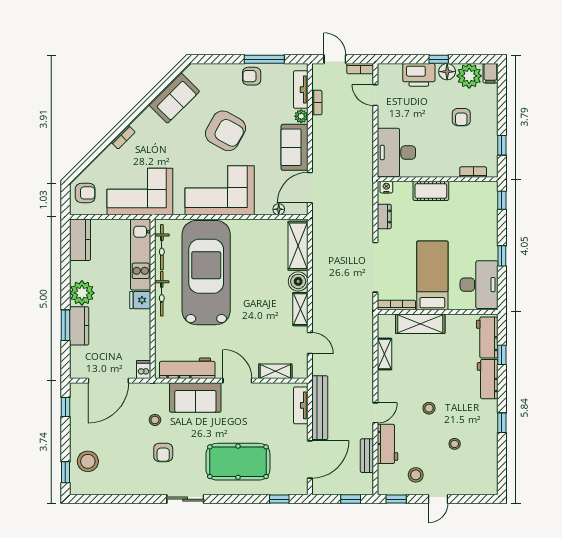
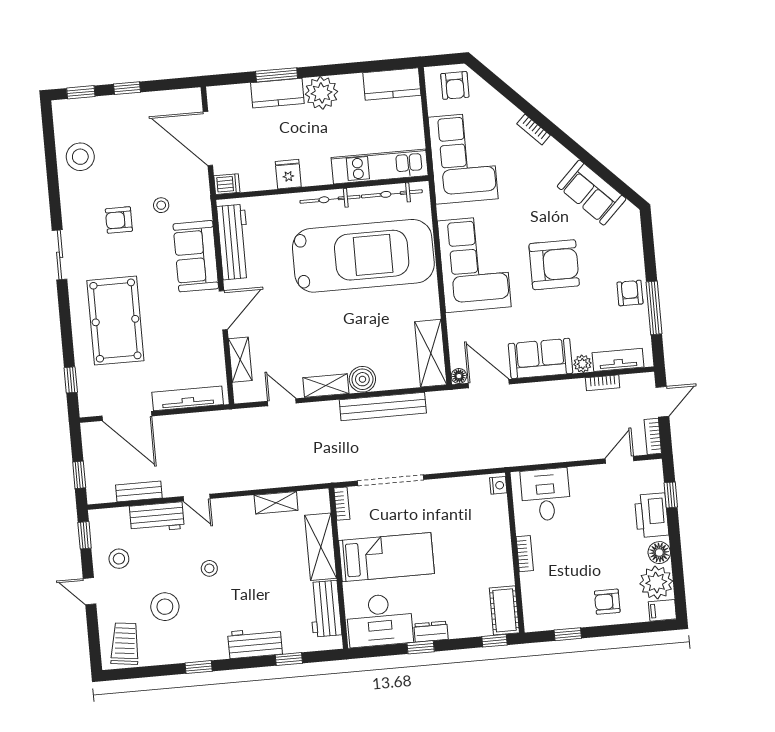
window: (439, 59) -> (671, 495), moved
armchair: (461, 117) -> (607, 602), moved
armchair: (226, 131) -> (554, 265), turned -119
desk: (396, 153) -> (546, 495), width x0.73
bookcase: (473, 172) -> (525, 554), moved
cot: (431, 191) -> (504, 610), moved
floor lamp: (279, 209) -> (459, 376), moved
dresser: (384, 217) -> (431, 632), moved, turned 180
shelving: (298, 246) -> (431, 353), moved, turned 90
fridge: (140, 300) -> (288, 174), moved
bookcase: (396, 305) -> (342, 504), width x0.64
workbench: (487, 337) -> (325, 609), moved, turned -90
door: (310, 343) -> (282, 402), swing flipped
tv unit: (301, 405) -> (188, 398), width x1.41
window: (65, 407) -> (127, 88), moved
bench: (320, 408) -> (383, 406), moved
stool: (455, 444) -> (165, 607), width x1.89, depth x1.89
stool: (88, 461) -> (80, 157), moved
trolley: (479, 476) -> (125, 644), added

